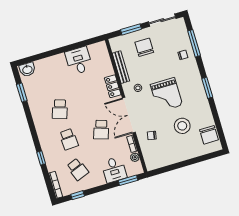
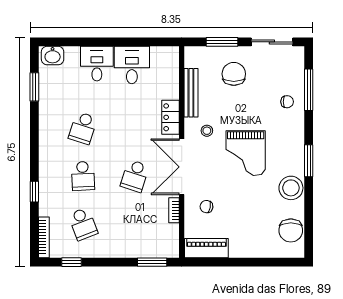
stool: (182, 126) -> (291, 188), moved
plant: (135, 157) -> (172, 231), removed
piano: (159, 161) -> (206, 248), added
desk: (114, 170) -> (97, 64), moved, turned 180

